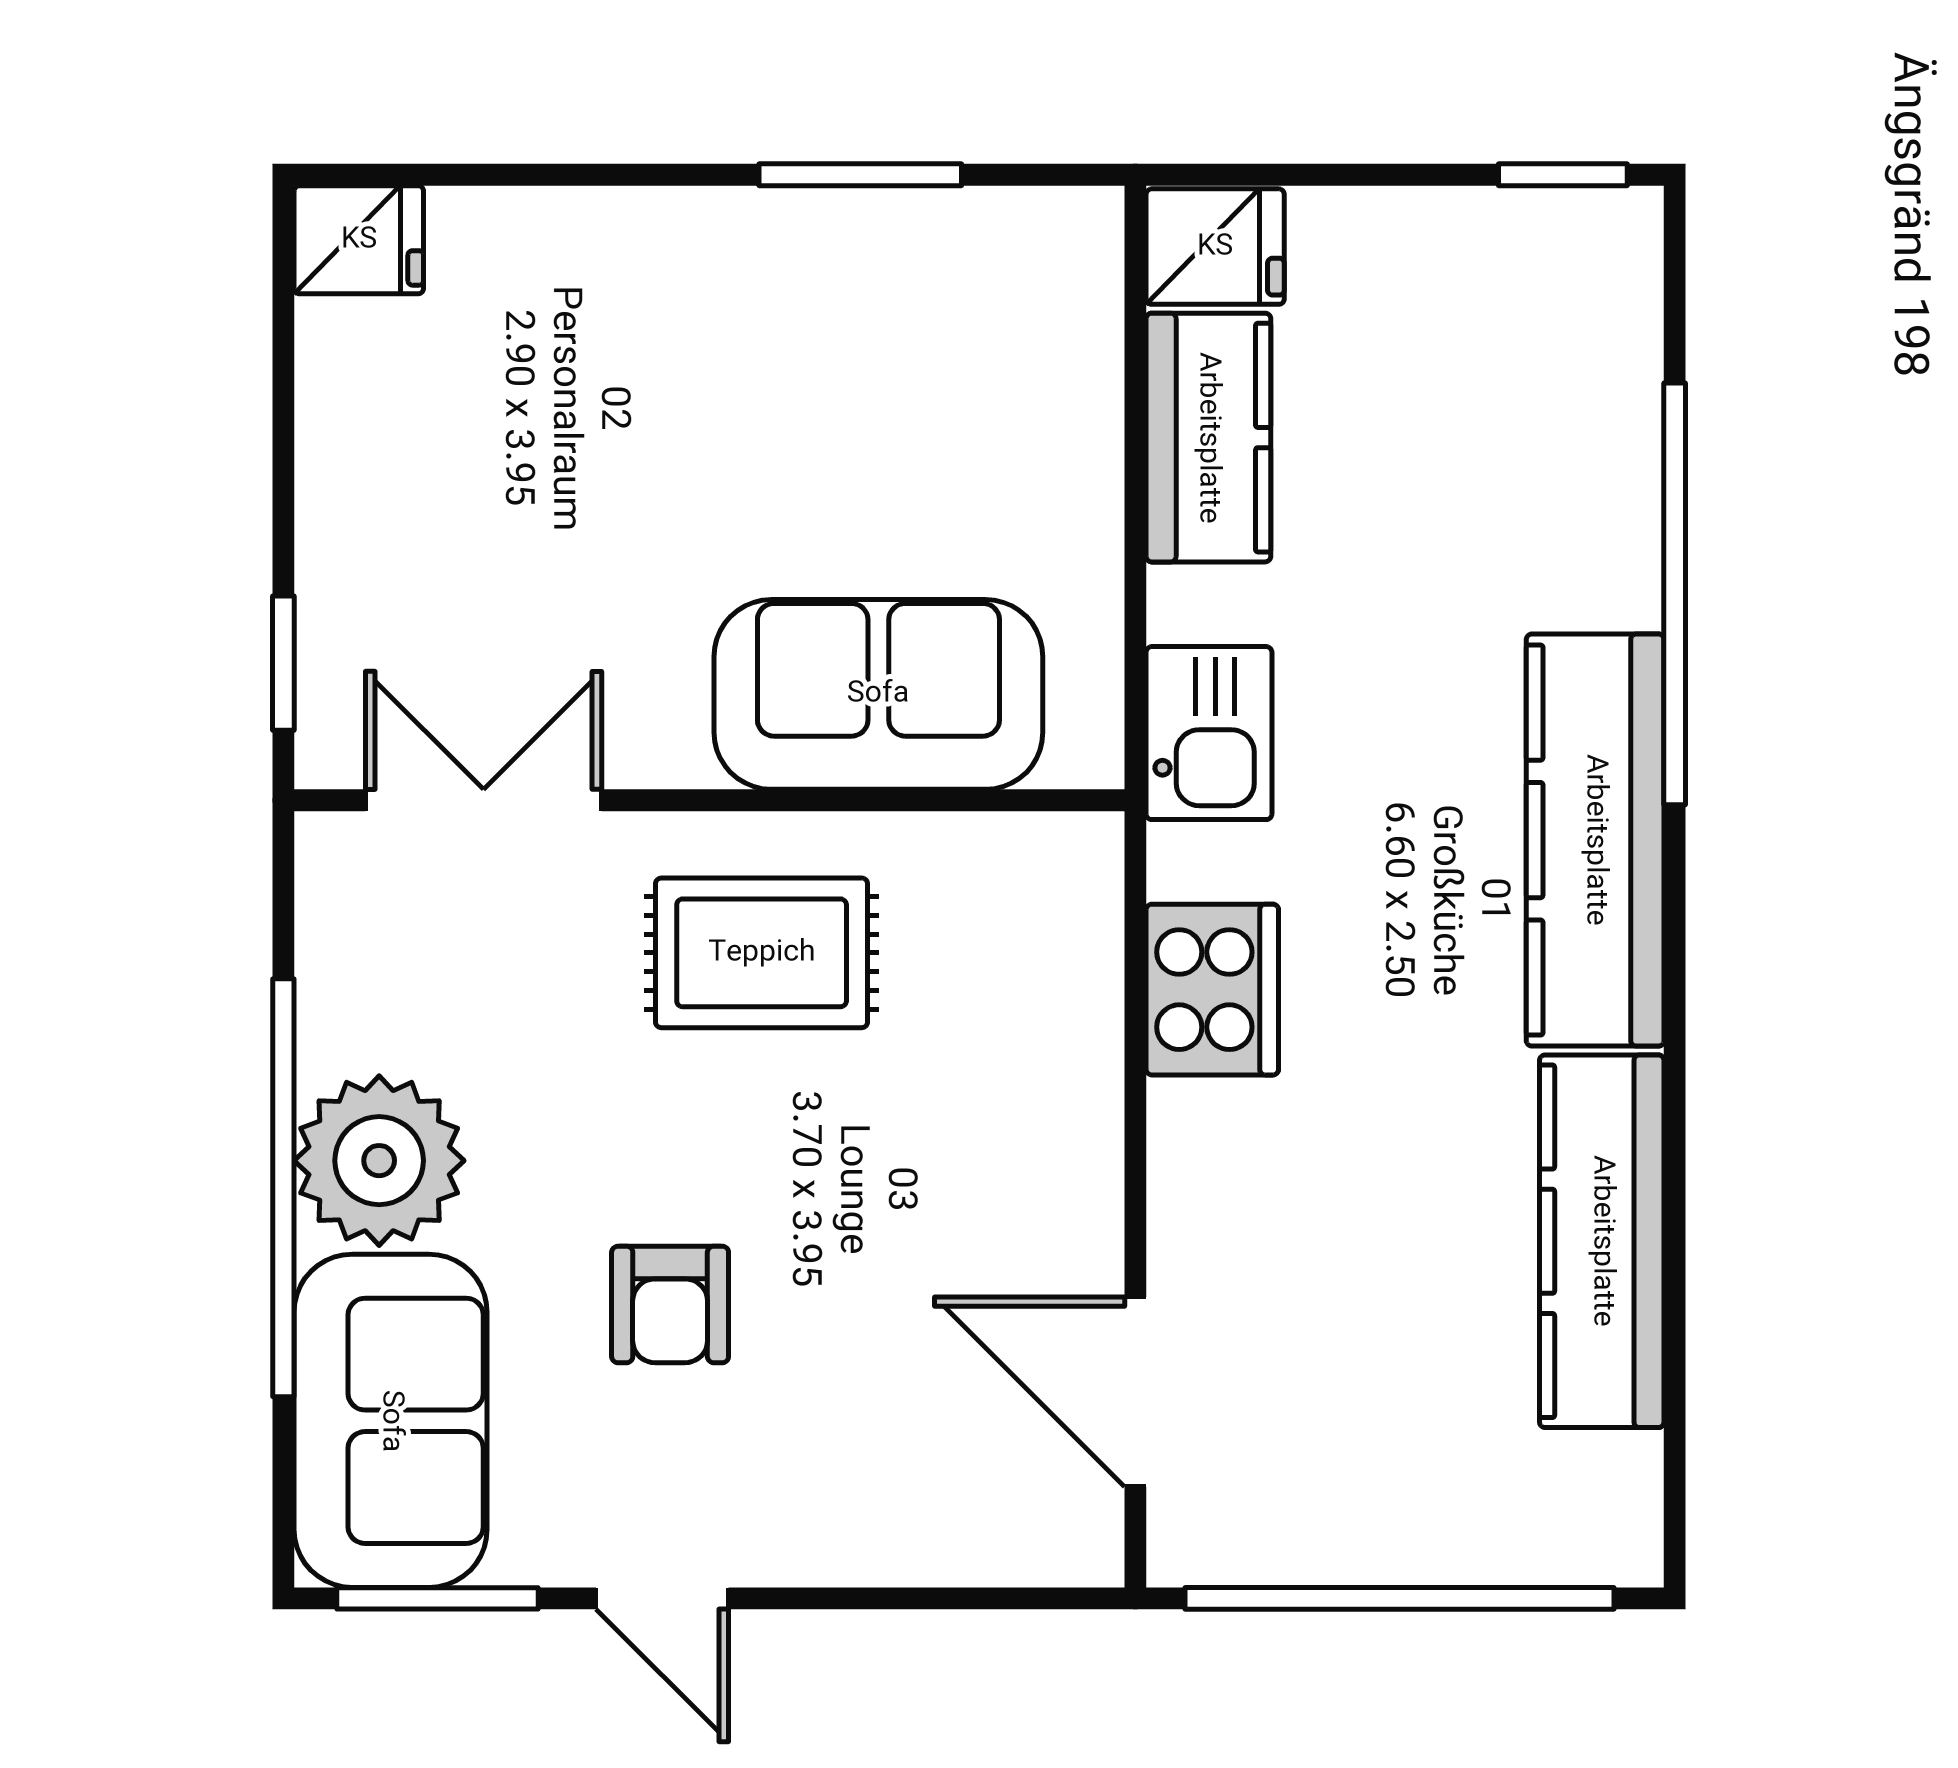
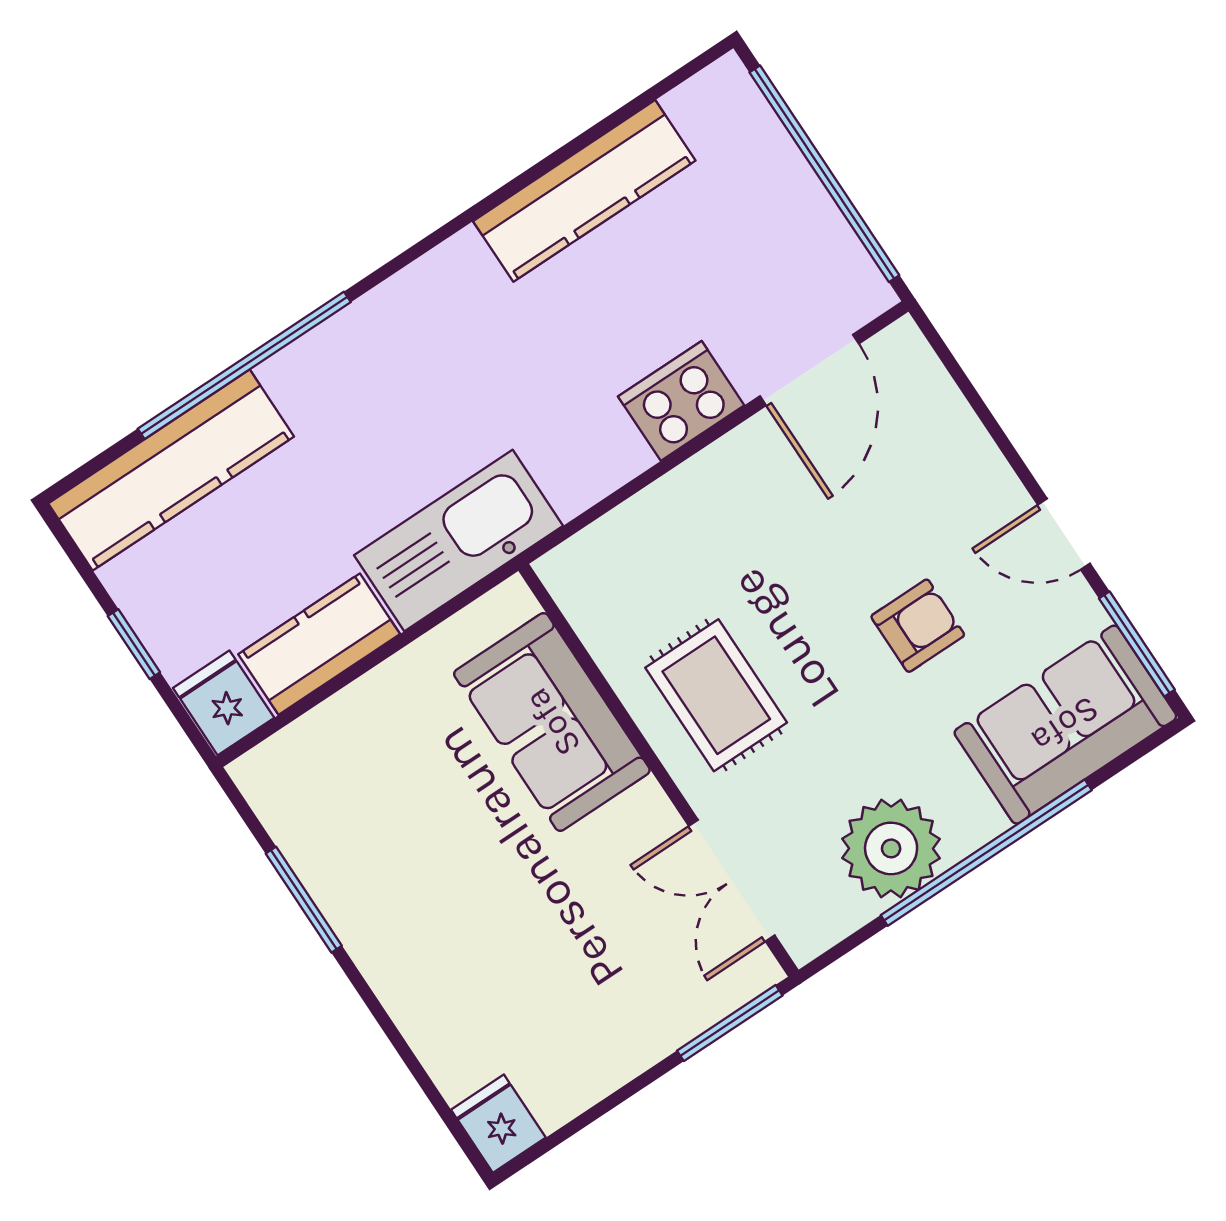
window: (1563, 175) -> (134, 644), moved
window: (283, 663) -> (730, 1023), width x1.50
kitchen sink: (1209, 733) -> (458, 540), width x1.88, depth x1.24
kitchen counter: (1595, 840) -> (171, 470), moved
cooker: (1212, 990) -> (681, 401), moved
plant: (379, 1161) -> (891, 848), moved
door: (662, 1598) -> (1064, 534), swing flipped

